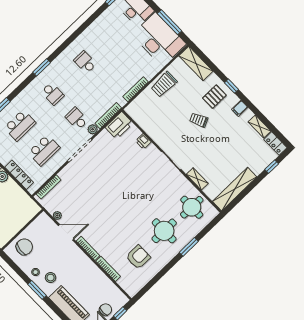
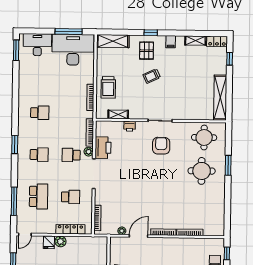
school desk: (85, 62) -> (40, 113), turned 180
trolley: (164, 84) -> (108, 87), moved
printer: (119, 125) -> (103, 148), moved
school desk: (44, 150) -> (71, 197), width x0.54
shelving: (197, 179) -> (118, 114), moved
armchair: (138, 257) -> (161, 146), moved

